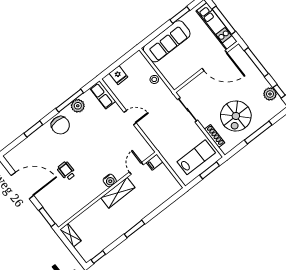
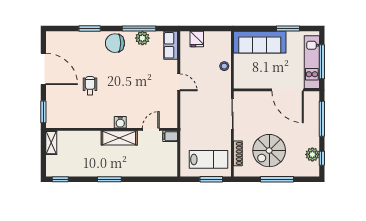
chair: (60, 125) -> (115, 43), turned 90

